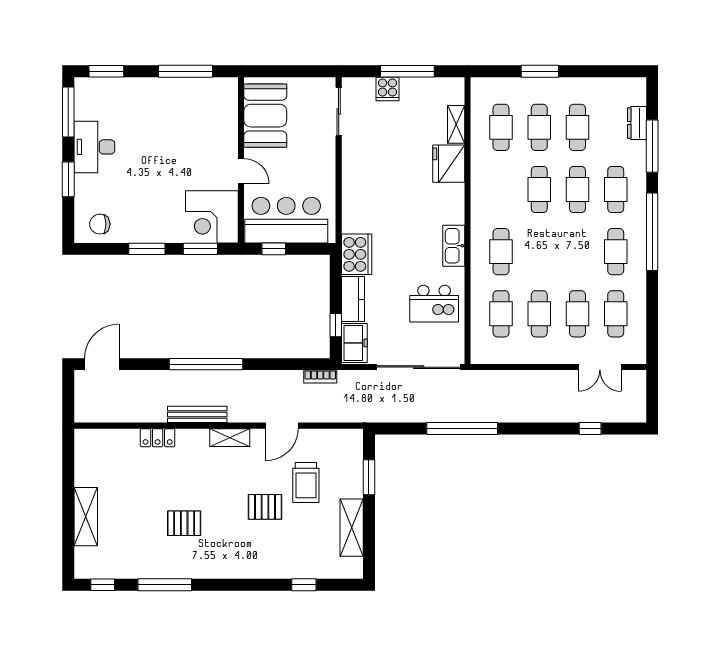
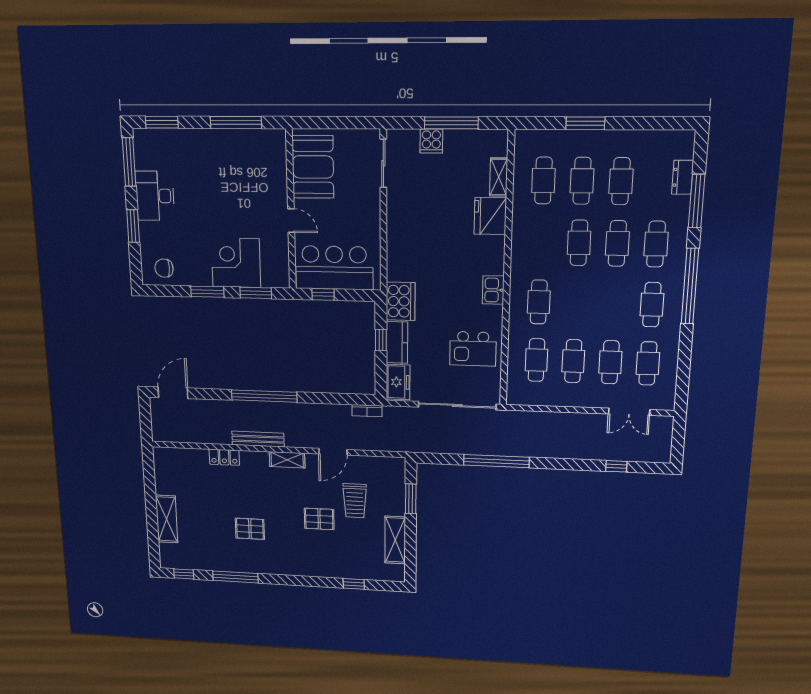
corner desk: (212, 217) -> (236, 263), moved, turned 90
kitchen sink: (454, 246) -> (493, 290), width x0.73
window: (336, 325) -> (381, 340), moved

